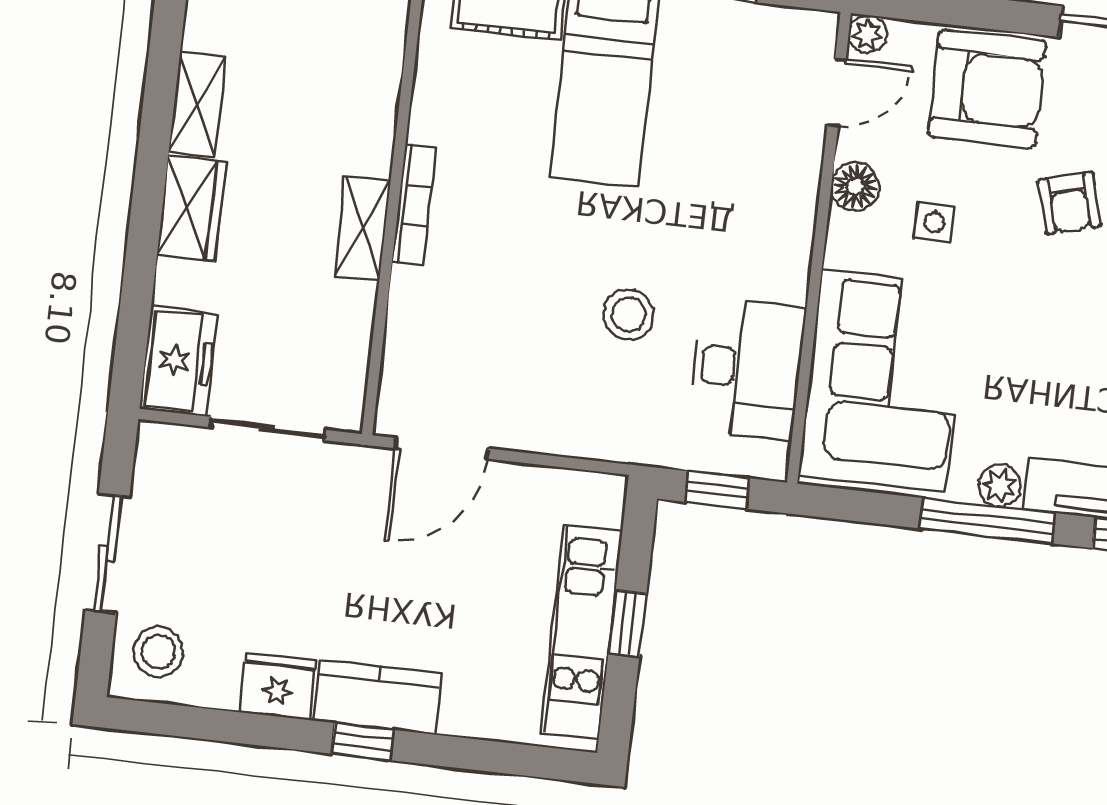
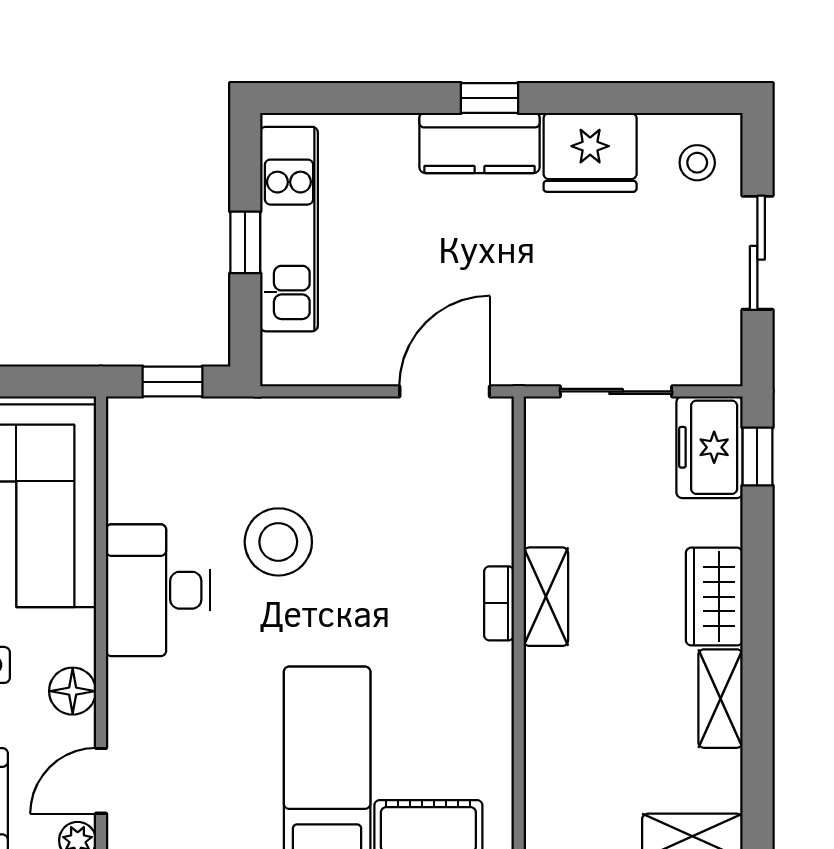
bookcase: (414, 205) -> (499, 603), width x0.64
stool: (629, 315) -> (278, 542), width x1.38, depth x1.38
window: (131, 346) -> (757, 456), added
desk: (747, 368) -> (158, 590), moved
stool: (158, 652) -> (697, 163), width x0.73, depth x0.73
fridge: (278, 686) -> (590, 152), width x1.36, depth x1.34

